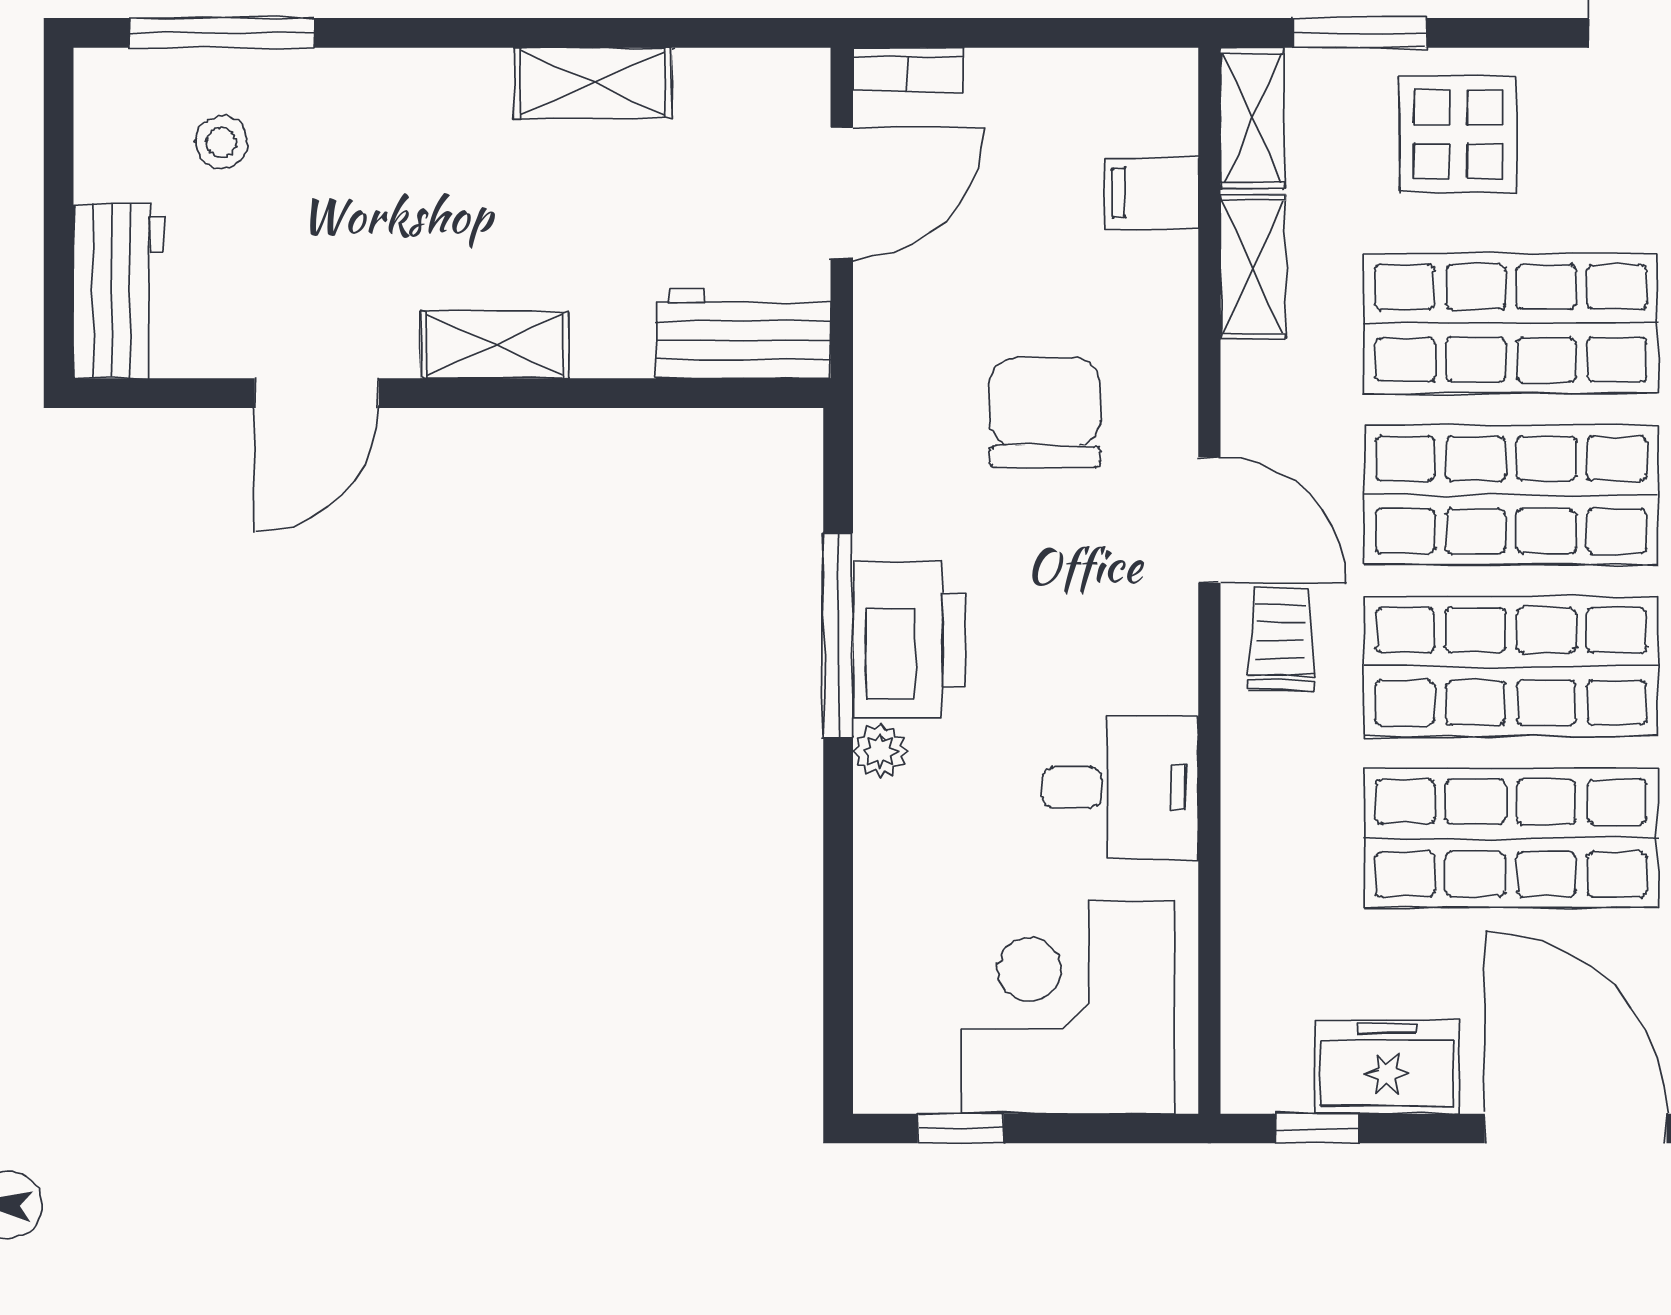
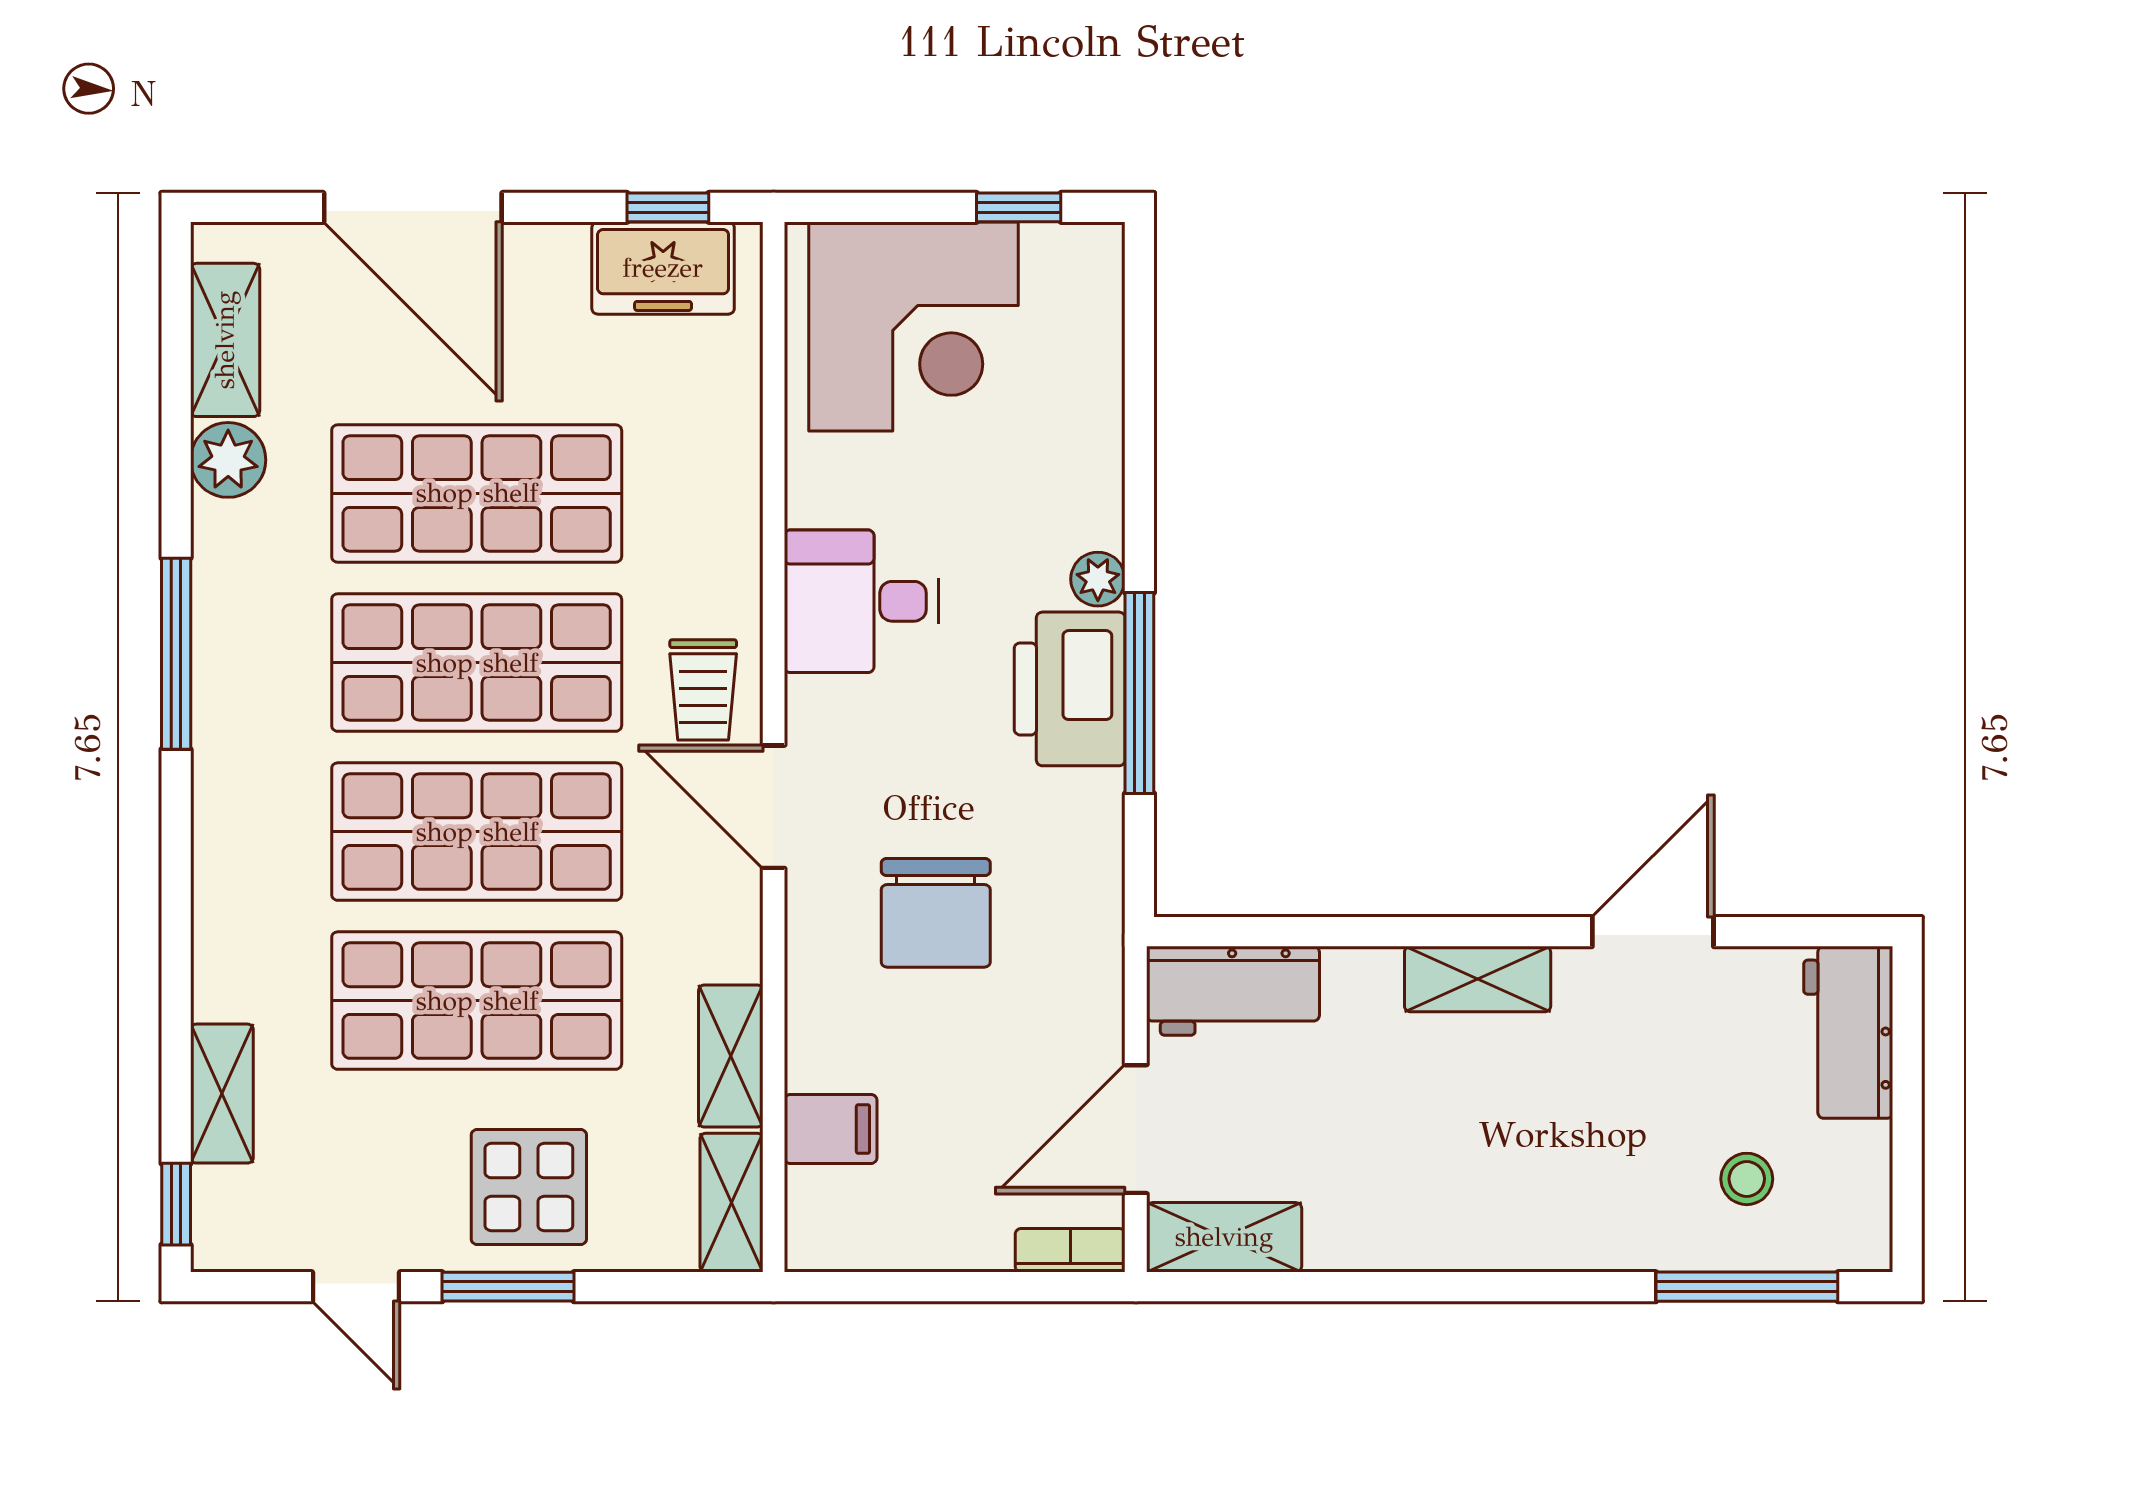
window: (1360, 33) -> (508, 1287), moved
shelving: (593, 83) -> (1224, 1237), moved
desk: (1120, 788) -> (861, 601), moved
freezer: (1387, 1067) -> (663, 268), moved

